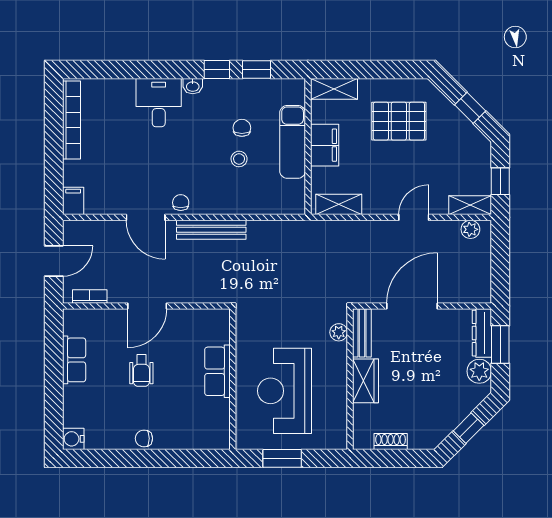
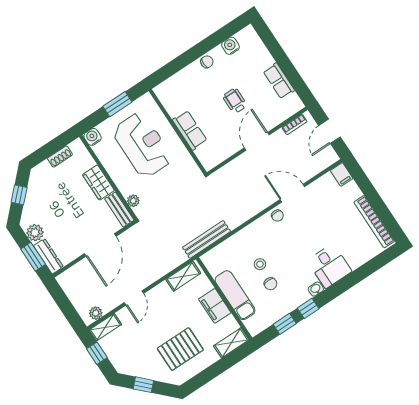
bench: (211, 230) -> (207, 239), moved
water cooler: (73, 439) -> (230, 46), moved, turned -90
water cooler: (337, 439) -> (93, 137), added

